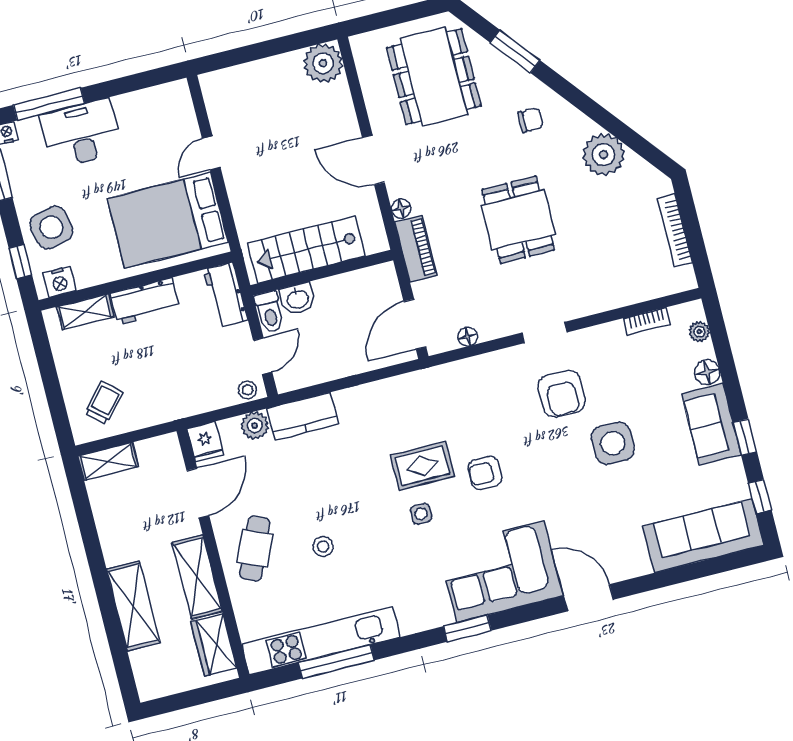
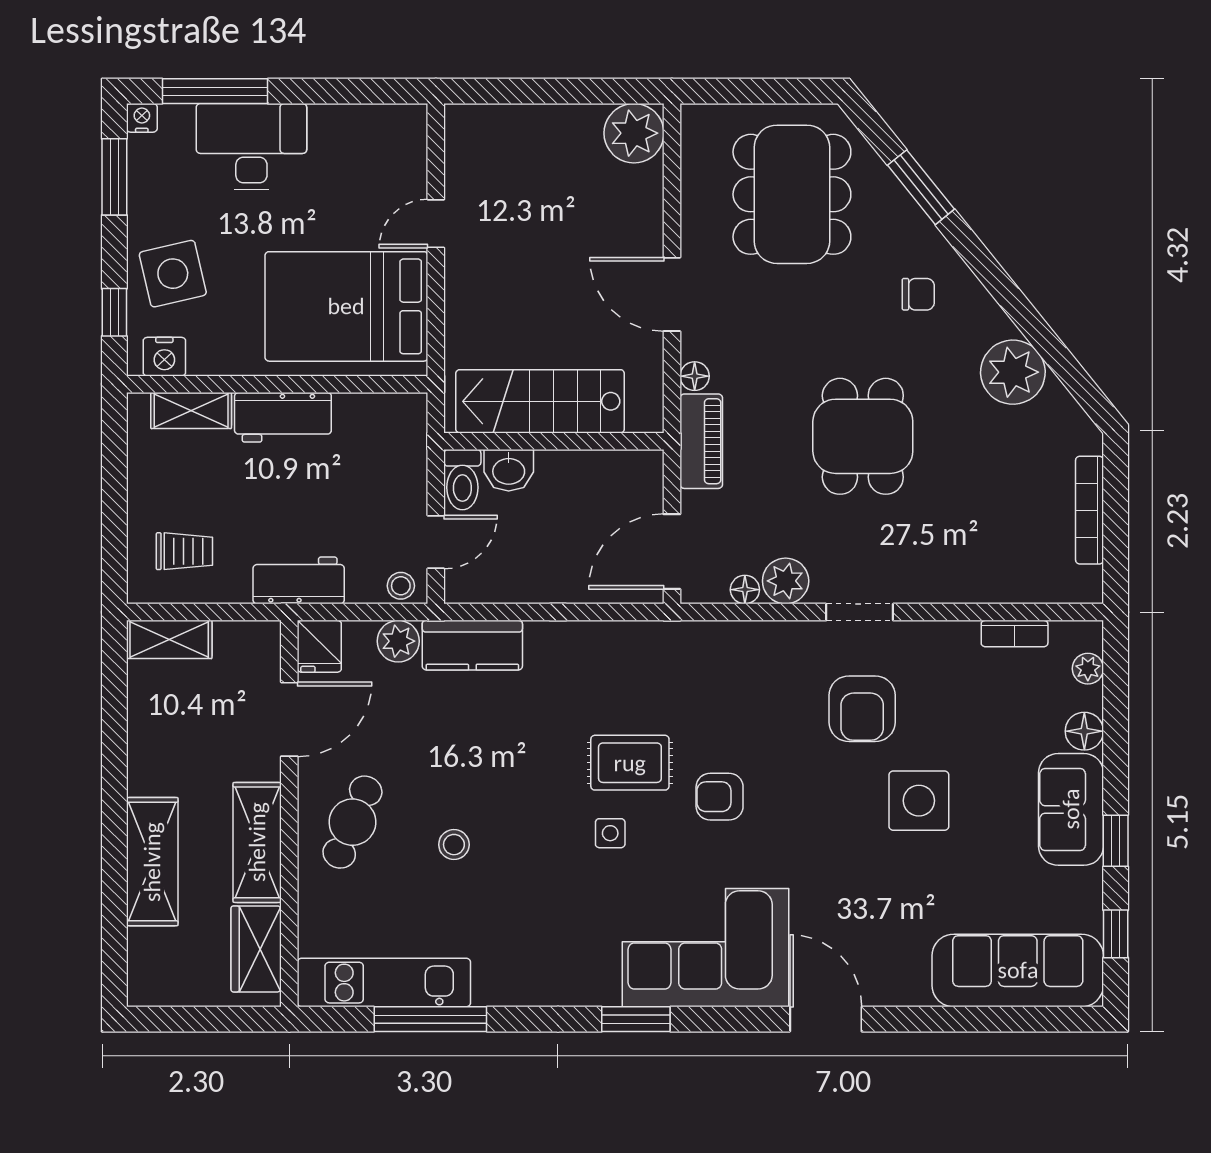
workbench: (226, 295) -> (299, 580), moved, turned 90
plant: (492, 325) -> (786, 581), added
trolley: (104, 403) -> (184, 551), turned 49
kitchen unit: (321, 641) -> (384, 983), width x0.73

